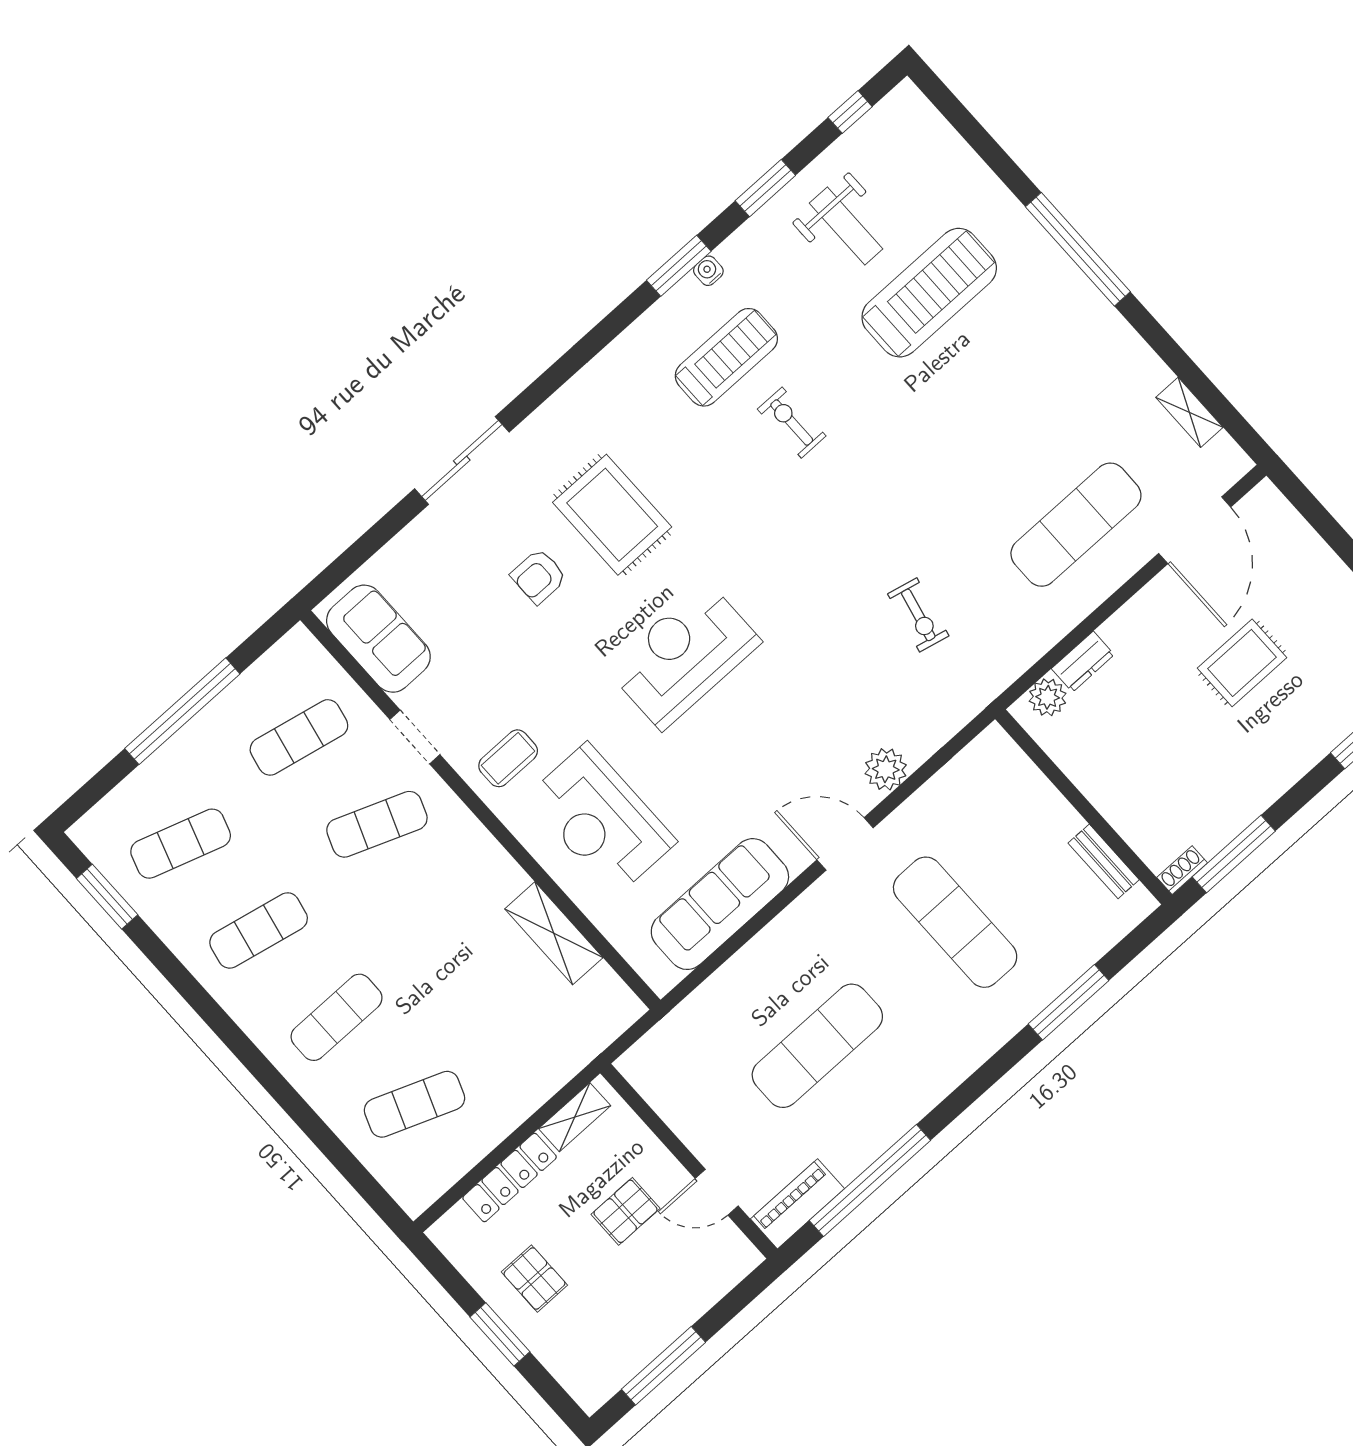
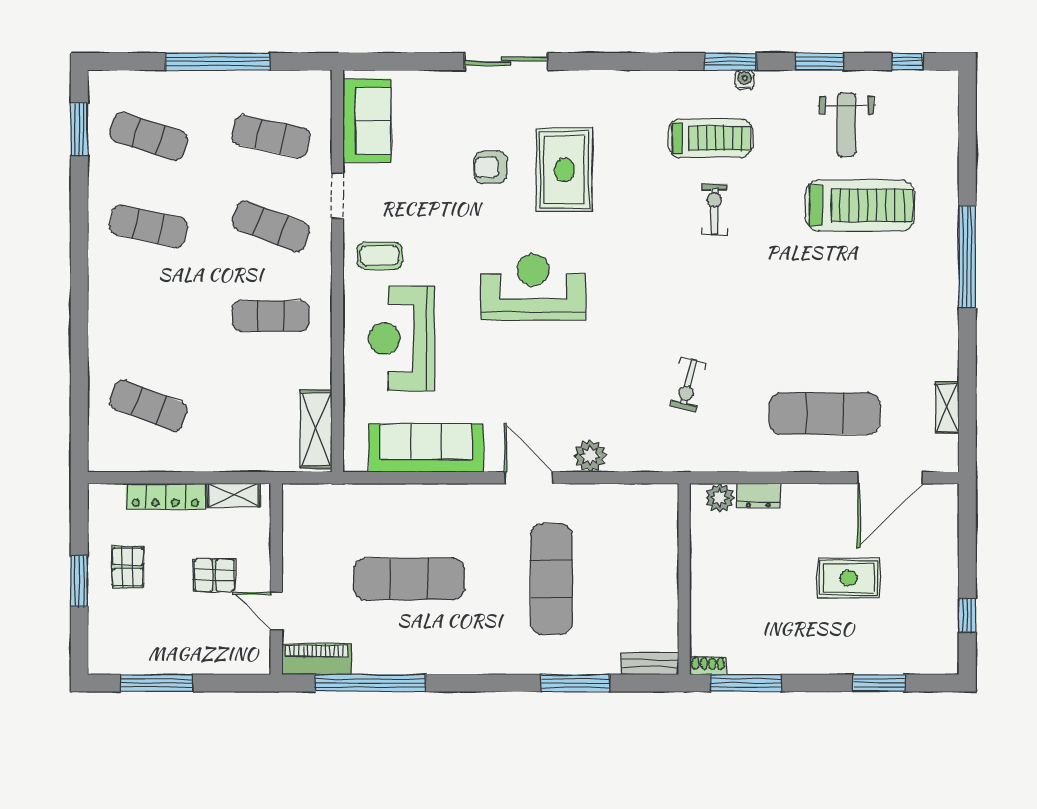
bench: (1104, 861) -> (650, 664), moved, turned 90
shelving: (554, 933) -> (316, 429), moved
exercise mat: (337, 1017) -> (271, 316), moved

